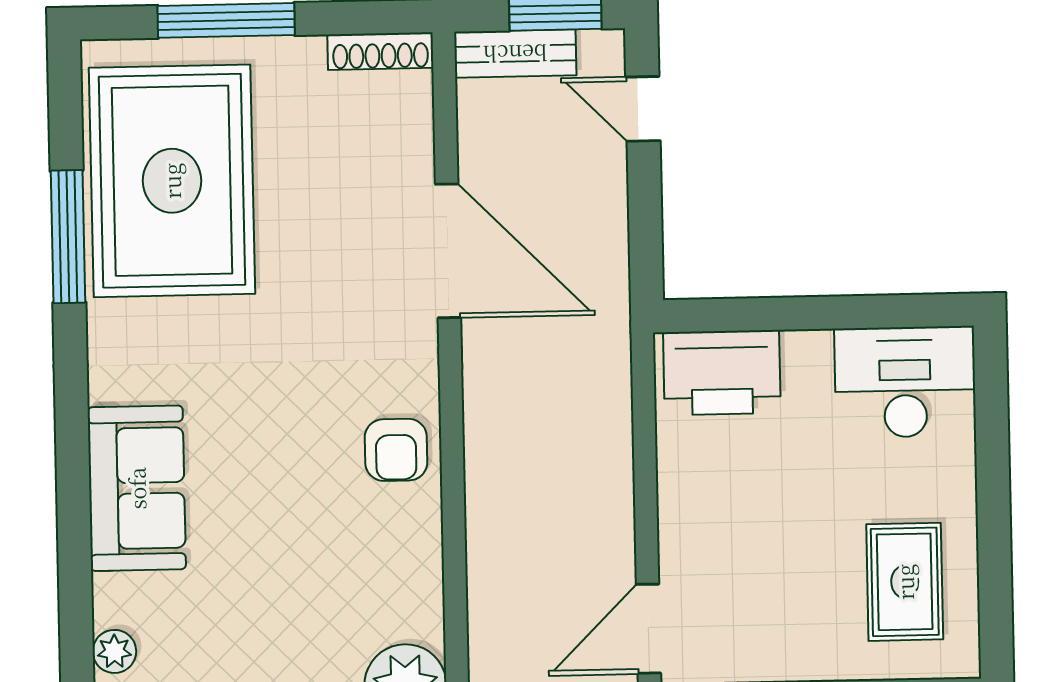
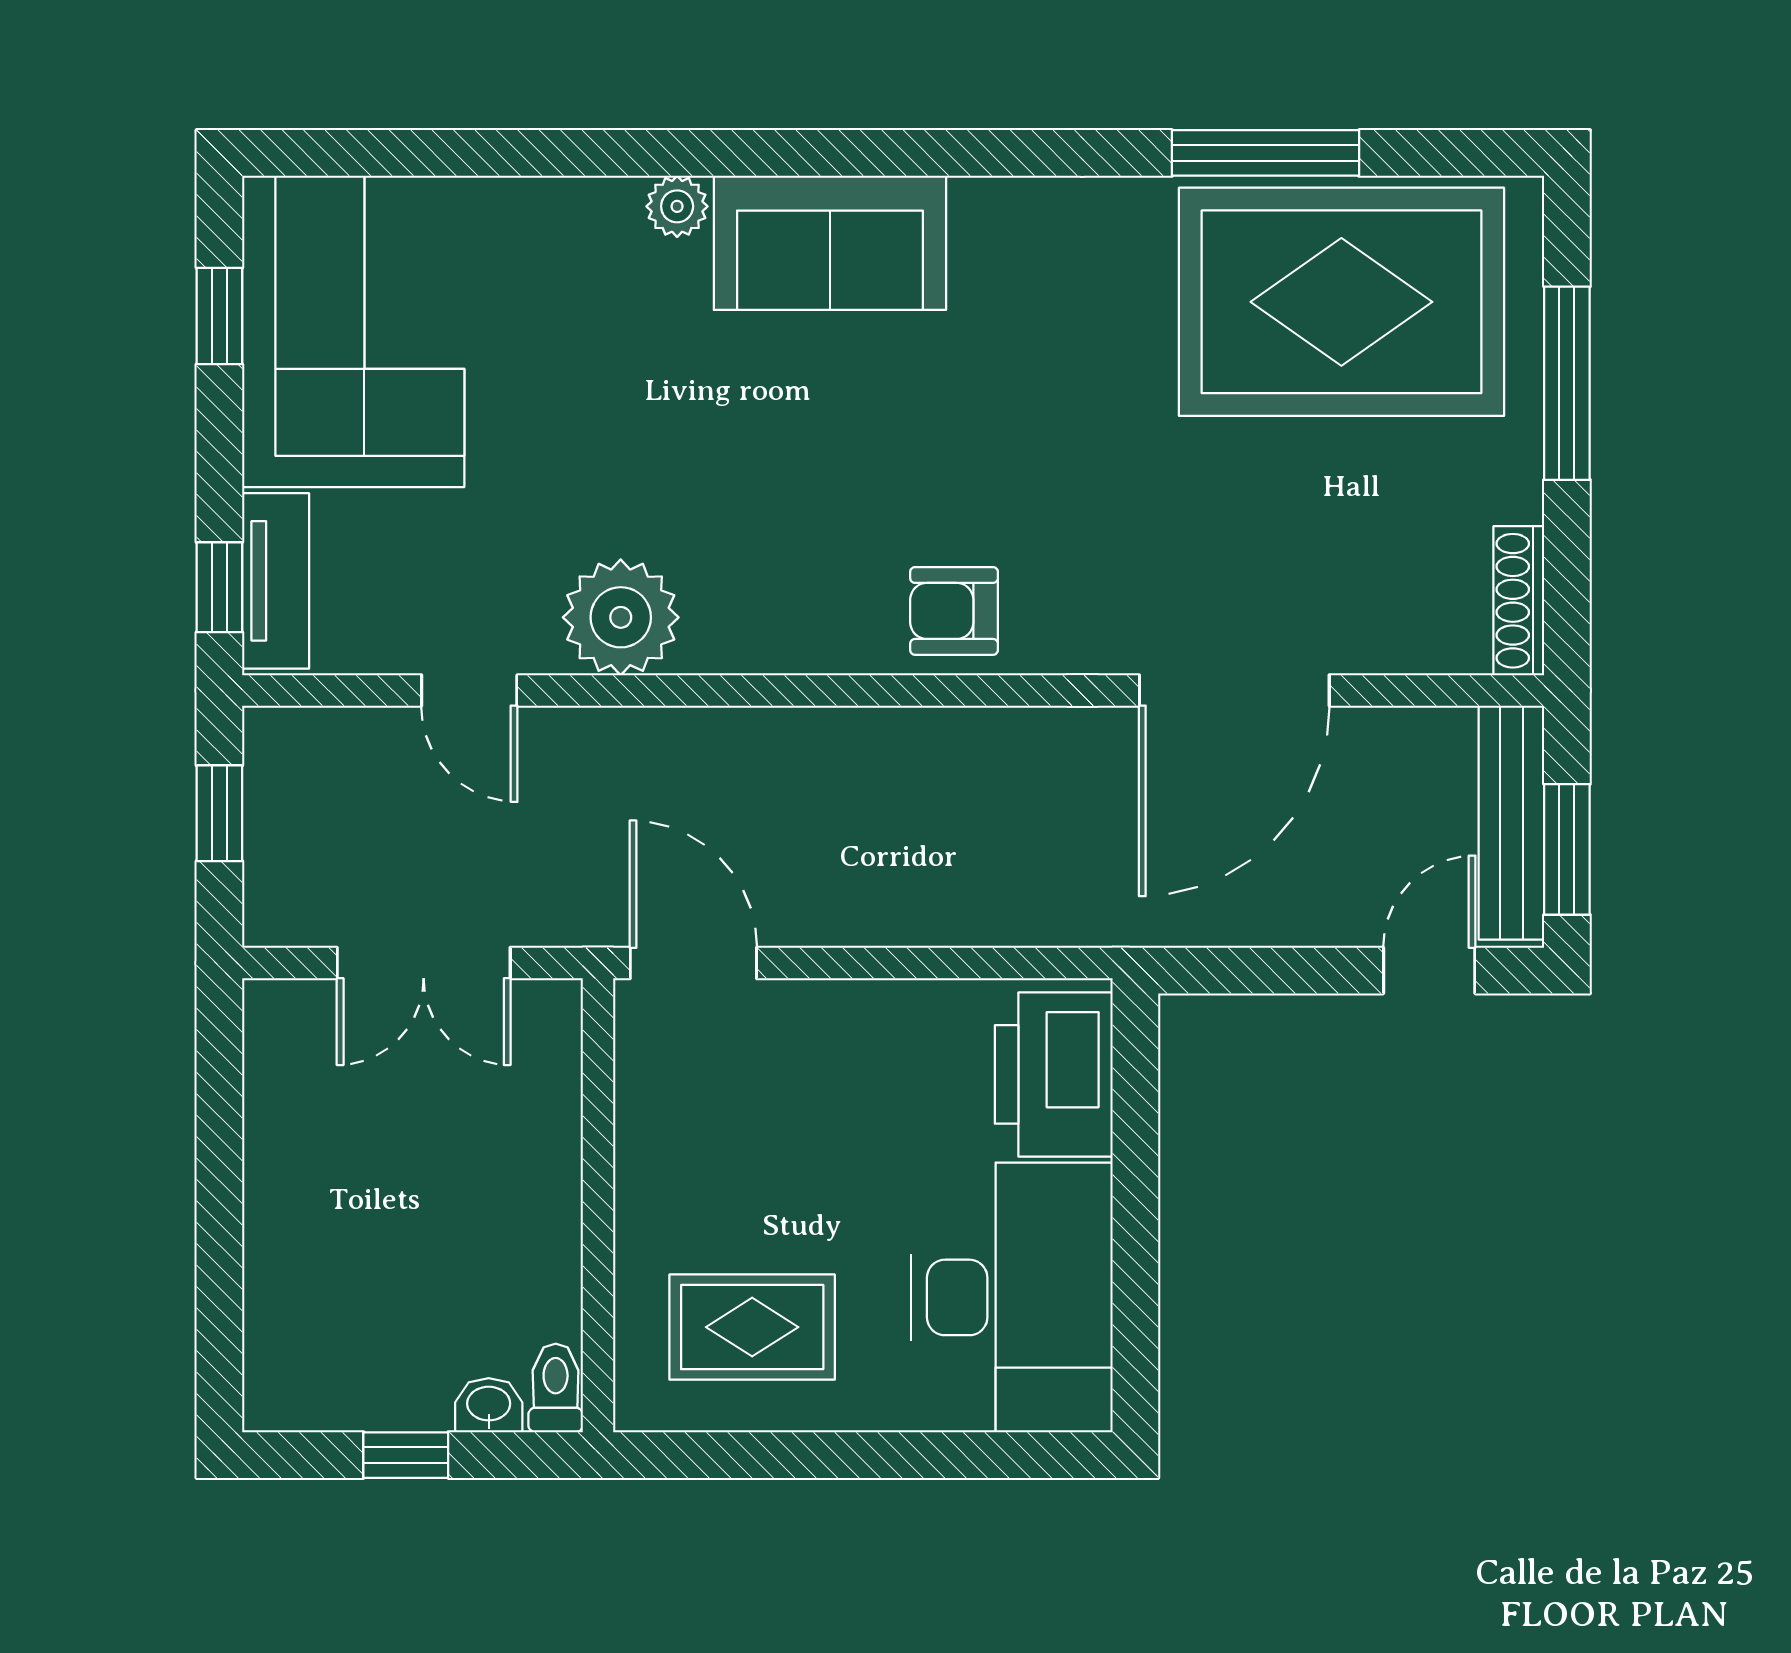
bench: (515, 54) -> (1511, 823), width x1.36
desk: (905, 382) -> (1012, 1297), width x1.36, depth x1.30
sofa: (137, 488) -> (830, 243), moved

